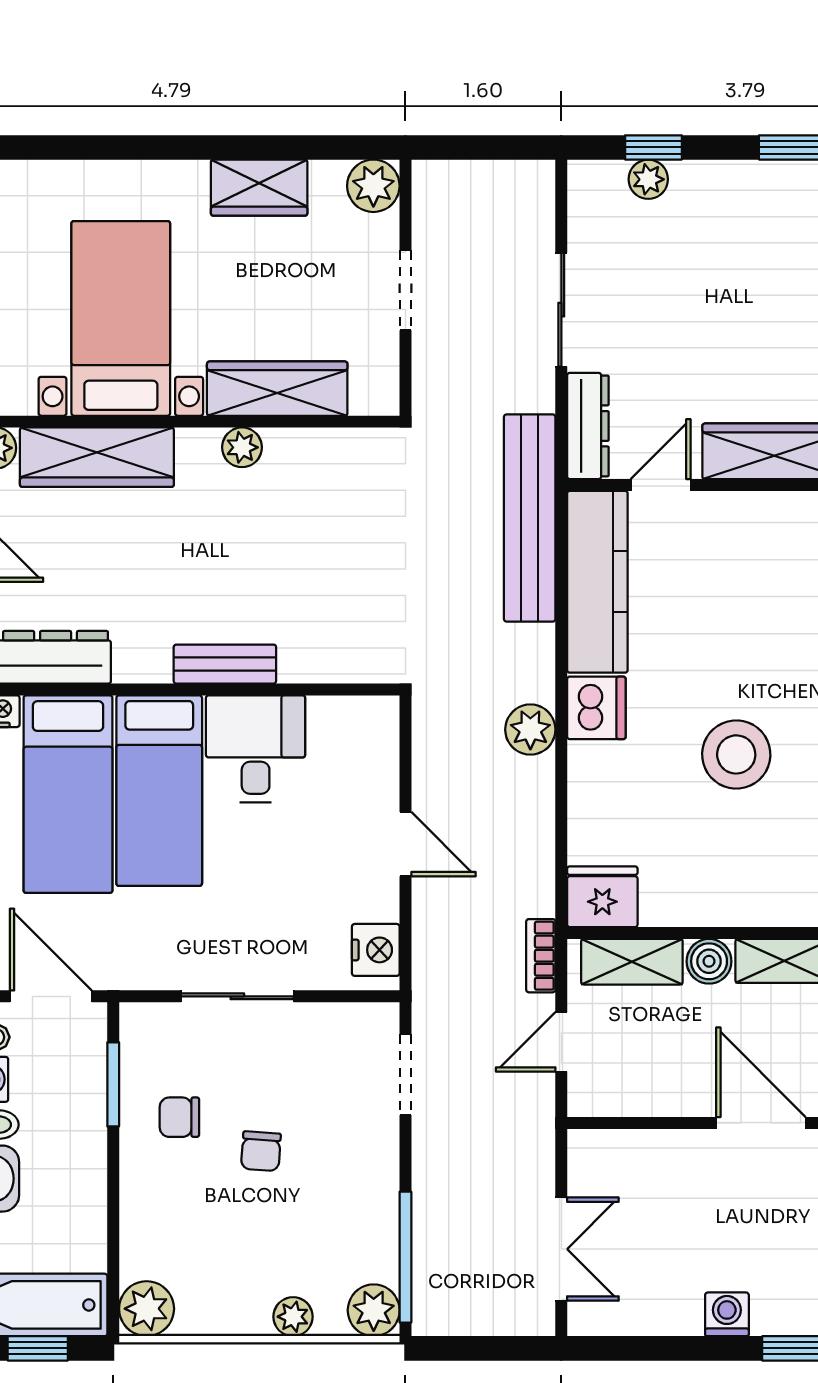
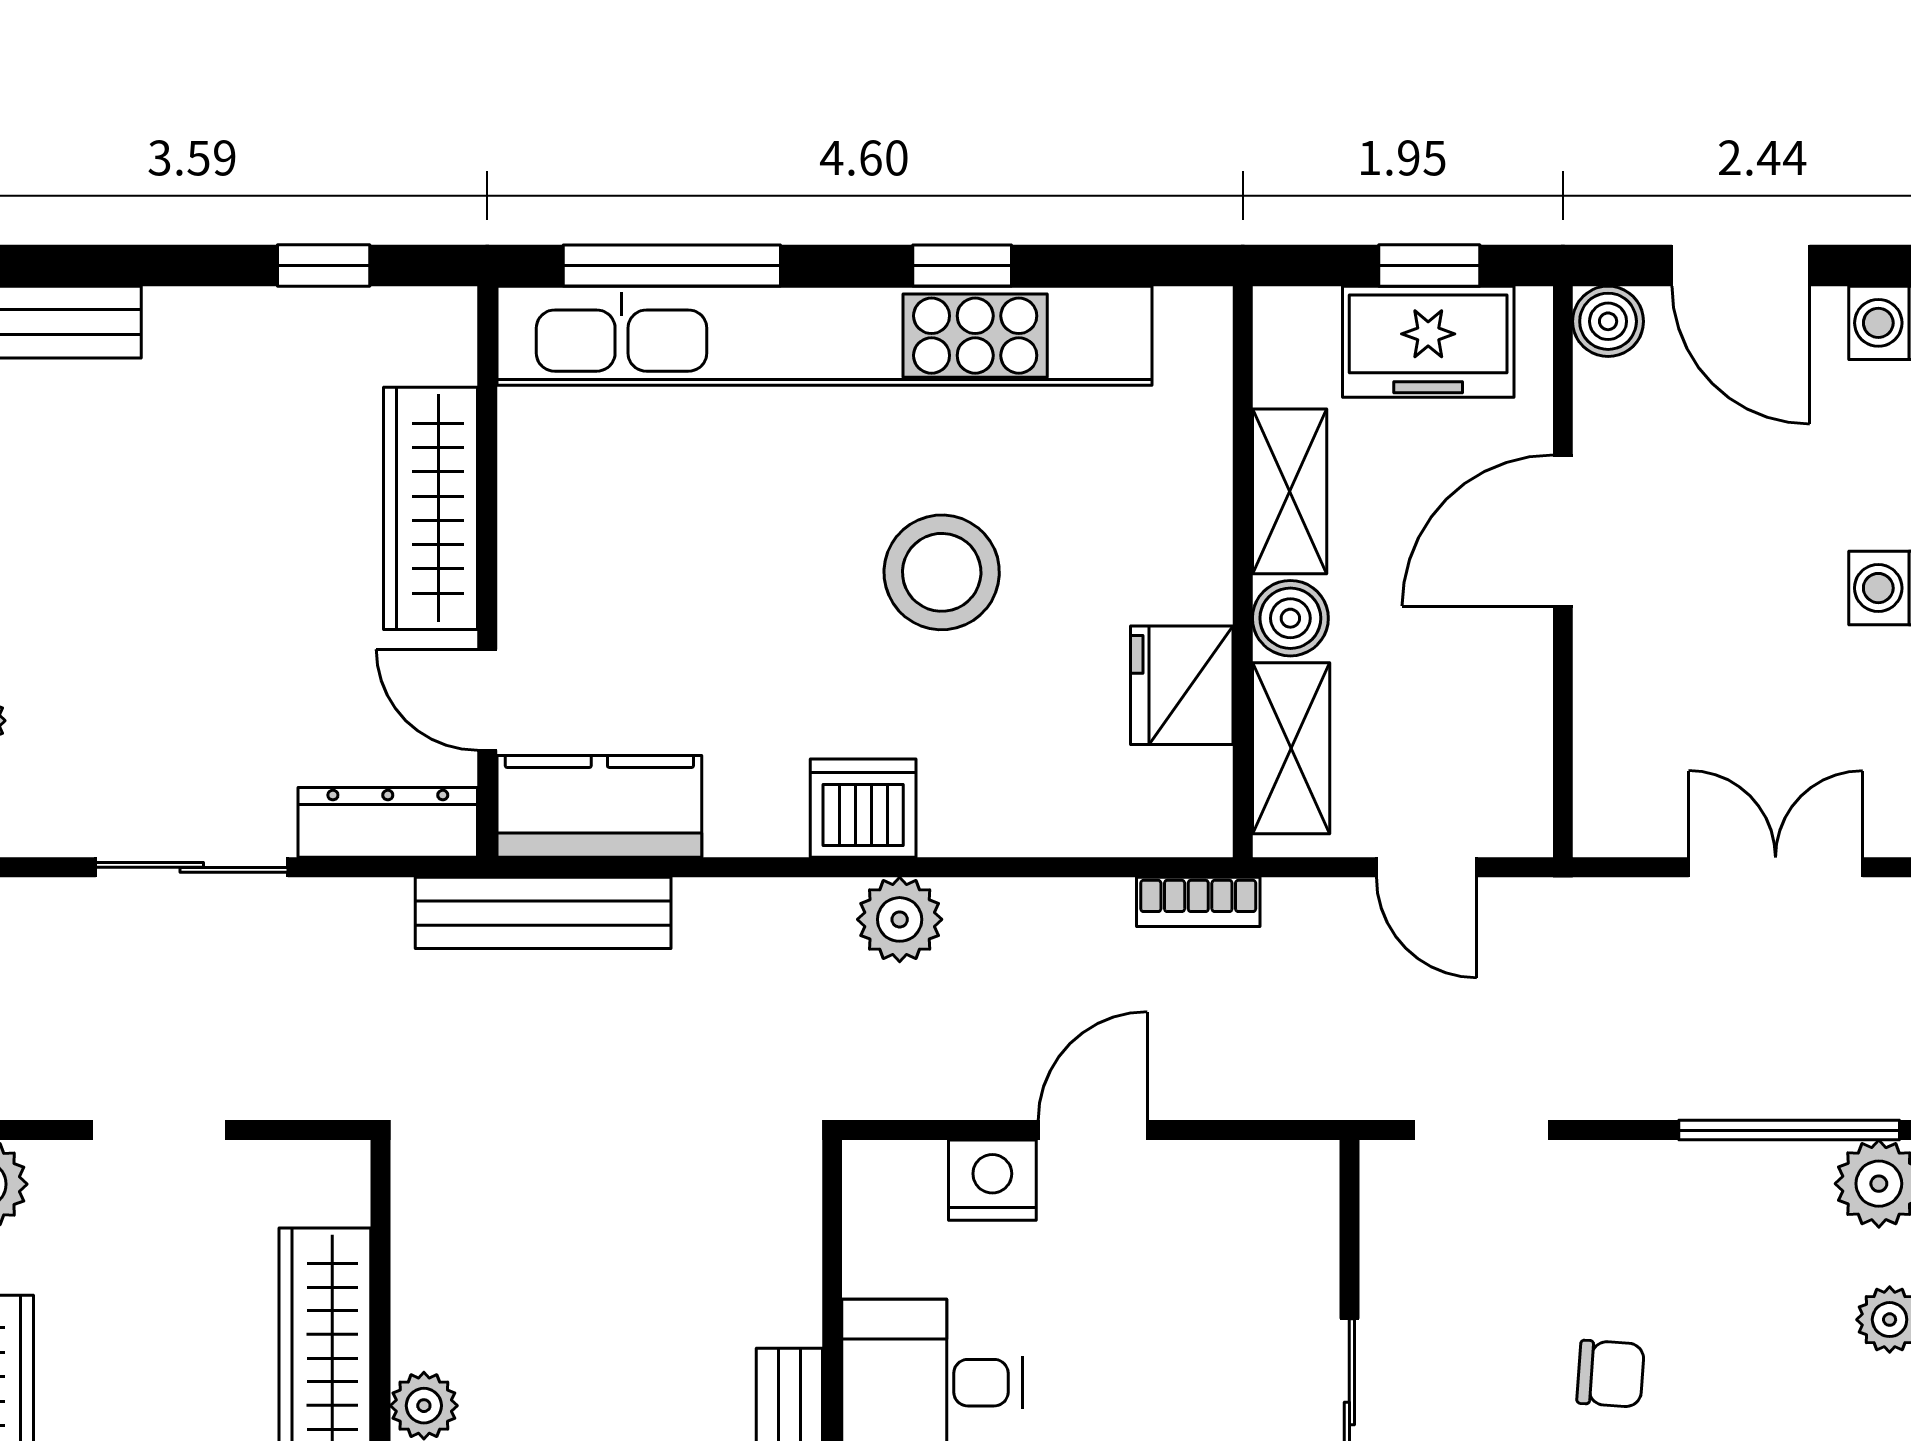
bench: (530, 518) -> (543, 913), width x0.73, depth x0.82
kitchen counter: (597, 582) -> (599, 806), width x0.67
fridge: (602, 897) -> (1182, 685), moved
nightstand: (376, 950) -> (992, 1180), moved
bookcase: (541, 956) -> (1198, 902), moved

